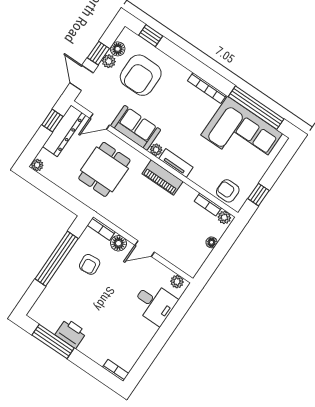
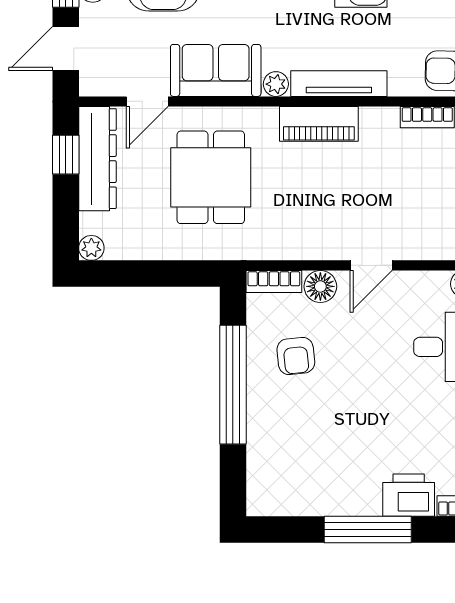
door: (81, 78) -> (66, 48), hinge flipped
tv unit: (176, 163) -> (339, 84), width x1.41
printer: (71, 333) -> (409, 495), moved
window: (53, 342) -> (368, 529), moved

